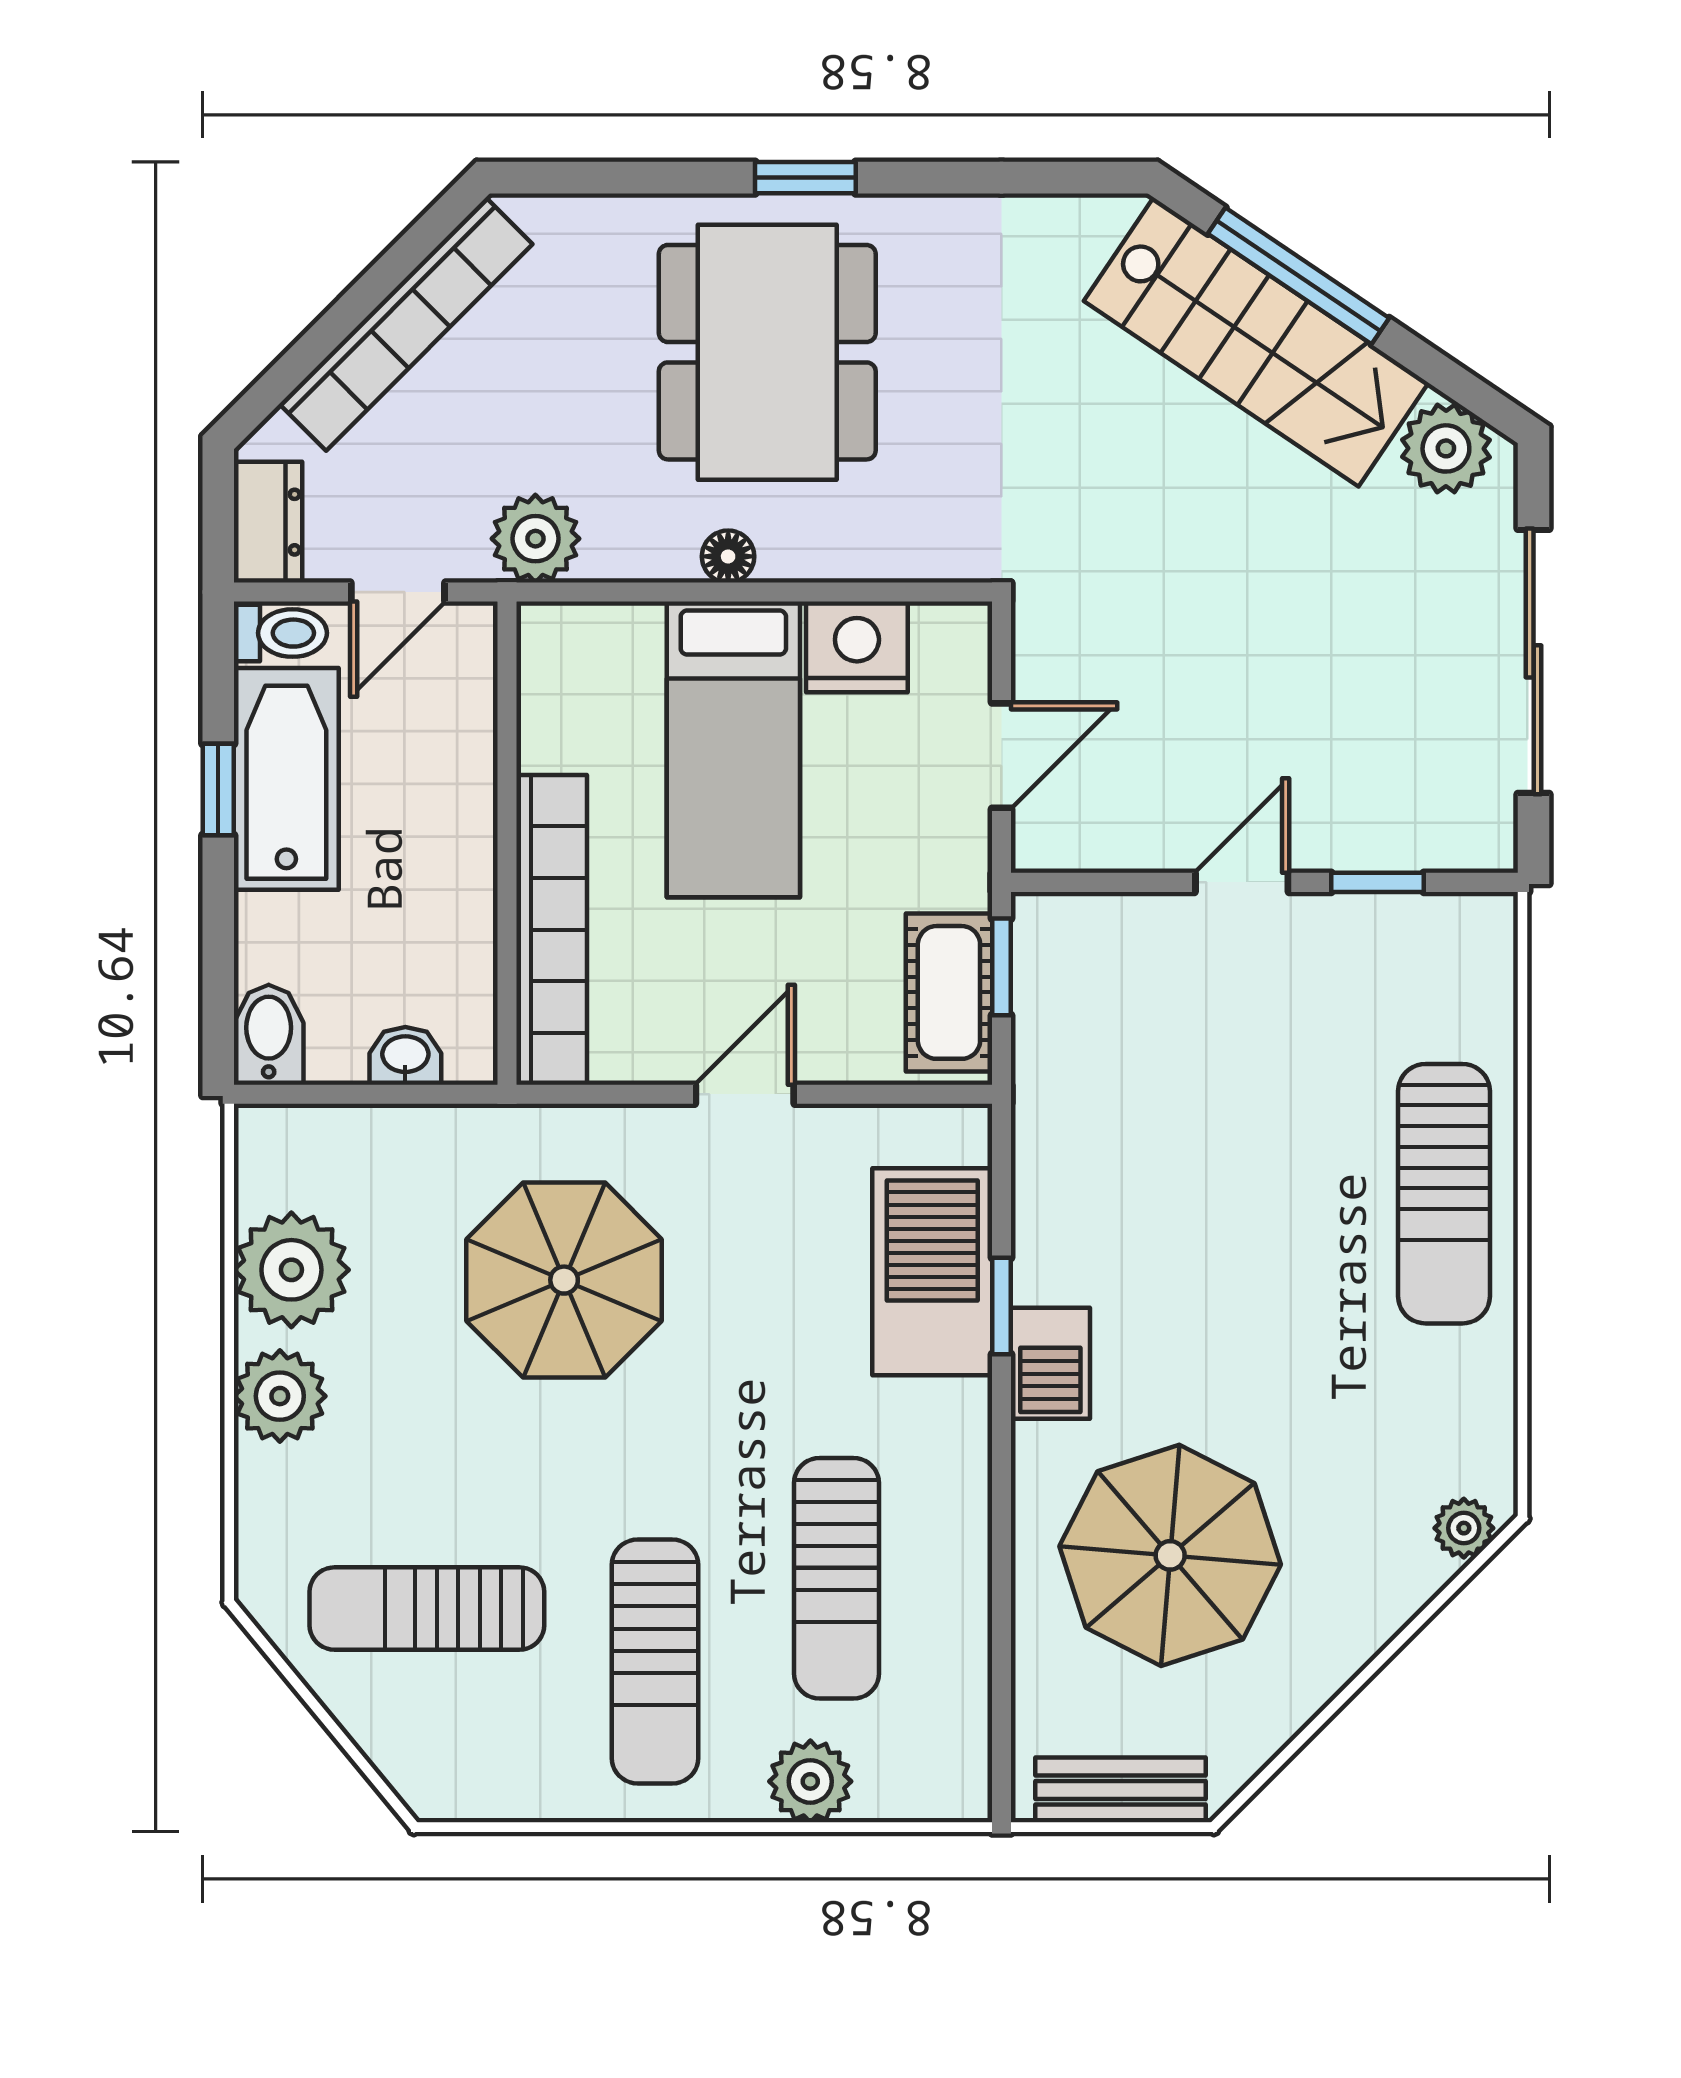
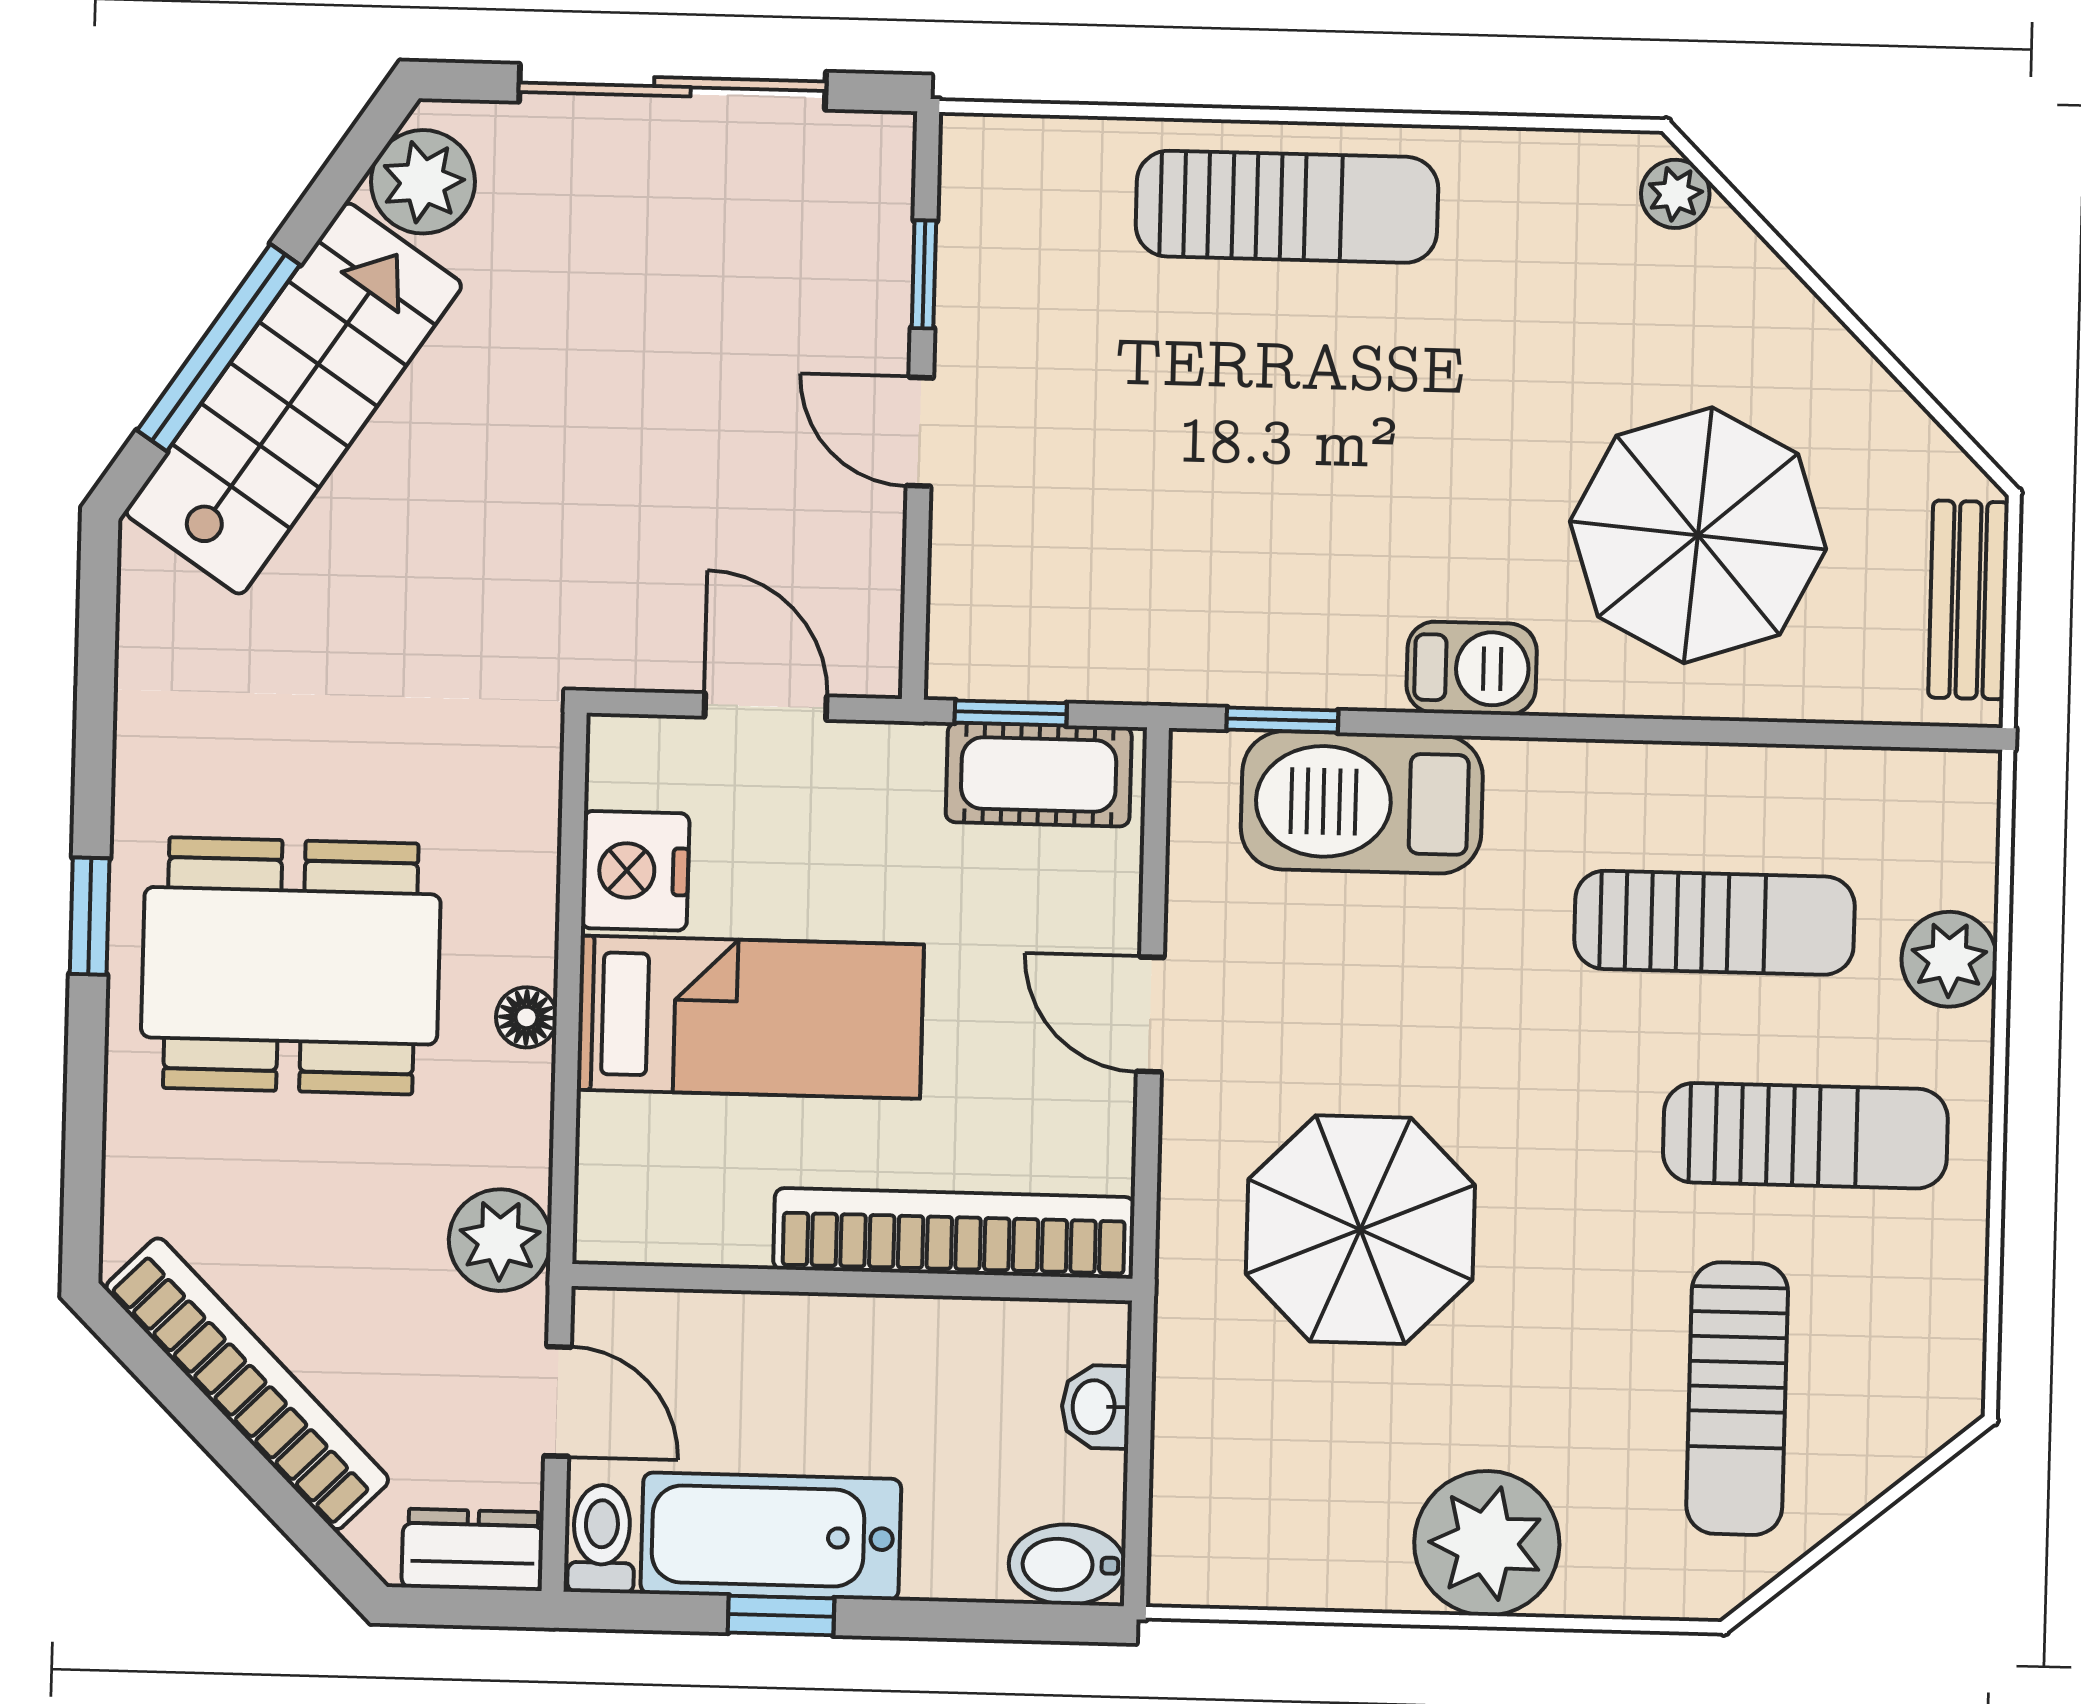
plant: (291, 1270) -> (1340, 1545), removed
window: (1001, 1306) -> (1282, 720), moved
plant: (280, 1396) -> (1487, 1543), width x1.36, depth x1.36

